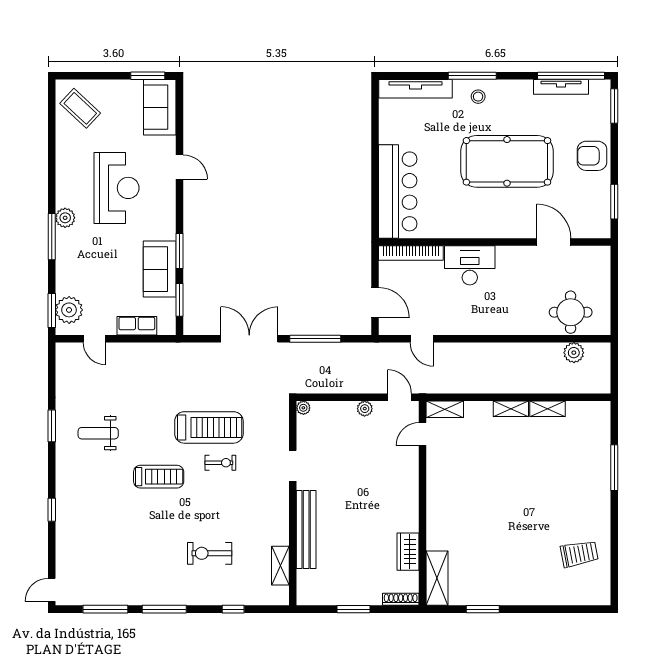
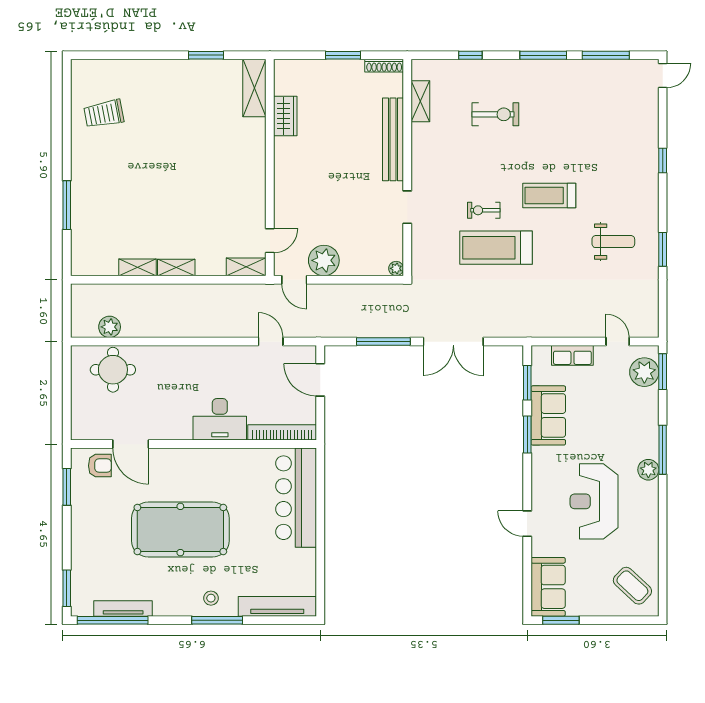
armchair: (592, 156) -> (100, 466), moved, width x0.72, depth x0.72
plant: (365, 409) -> (324, 260), width x1.88, depth x1.88
shoe rack: (401, 599) -> (384, 66), moved

